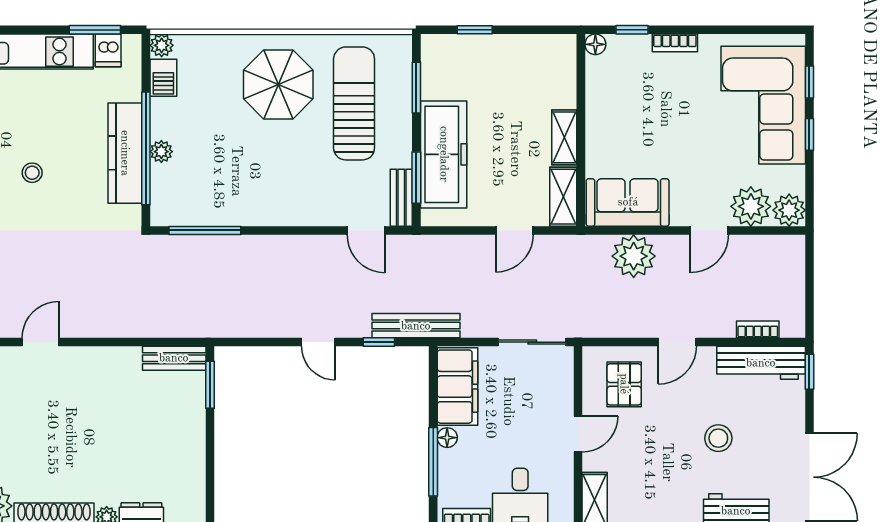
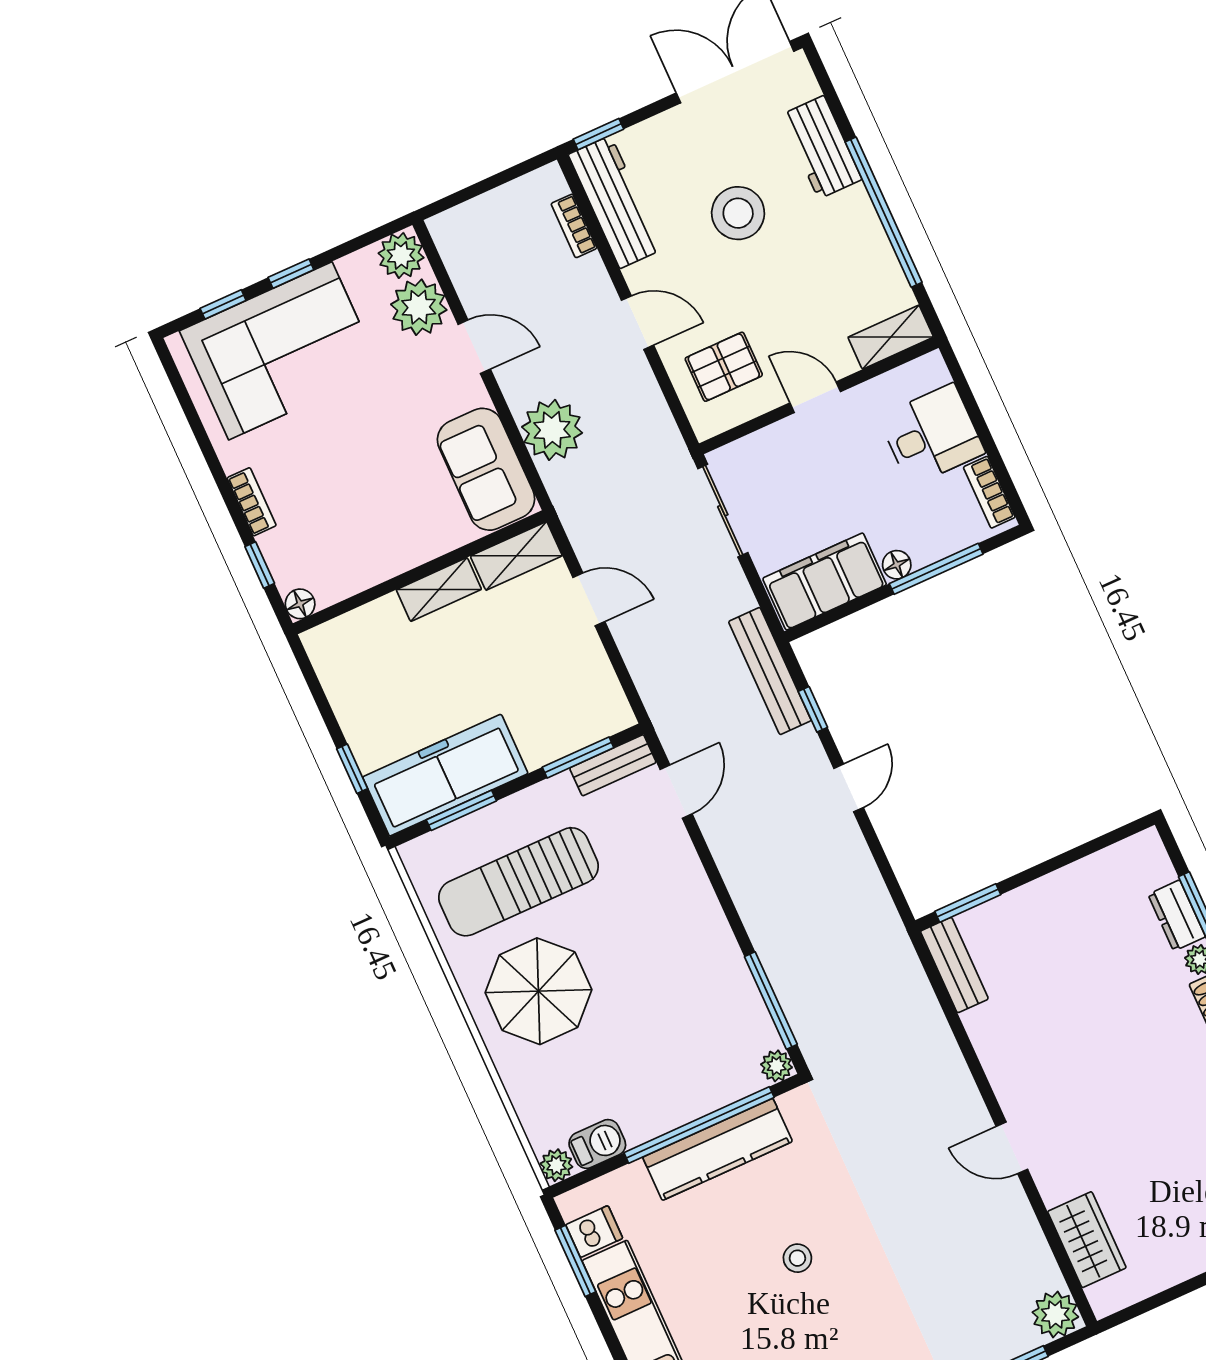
plant: (161, 152) -> (777, 1066), moved
freezer: (444, 154) -> (445, 775), moved
stool: (718, 438) -> (738, 213), width x1.38, depth x1.38

